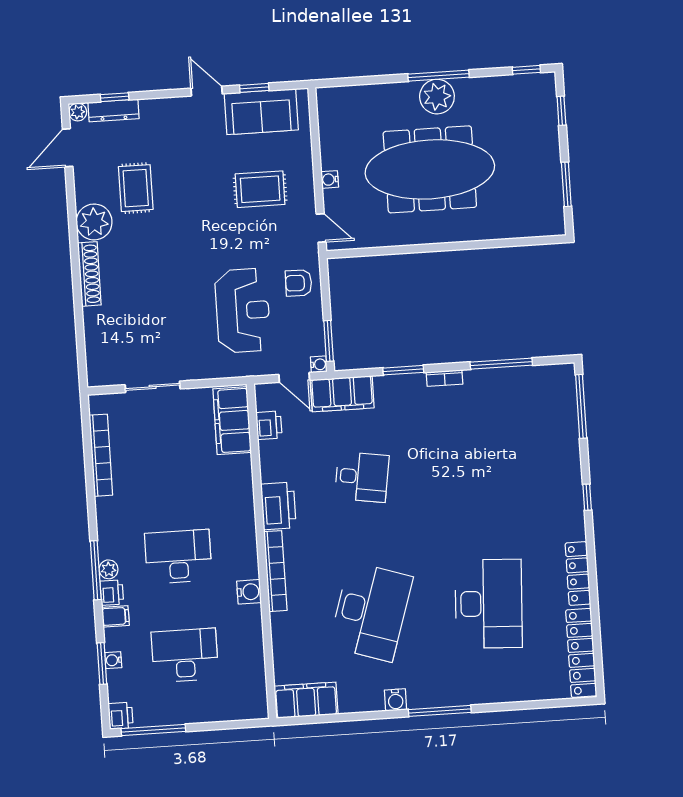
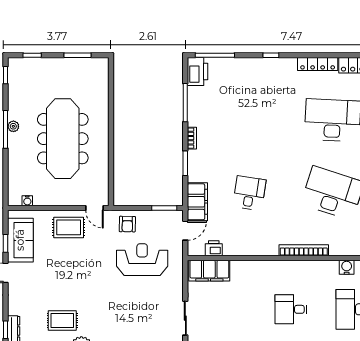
plant: (437, 97) -> (13, 126), width x0.53, depth x0.53
water cooler: (330, 179) -> (27, 201), moved
rug: (260, 189) -> (69, 227), moved, turned 90
door: (321, 228) -> (94, 208), swing flipped
water cooler: (319, 364) -> (178, 215), removed
printer: (278, 506) -> (198, 72), moved, turned 90
desk: (178, 557) -> (291, 309), width x0.73
water cooler: (249, 592) -> (347, 267), moved

